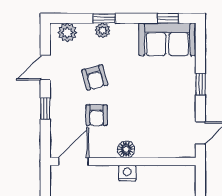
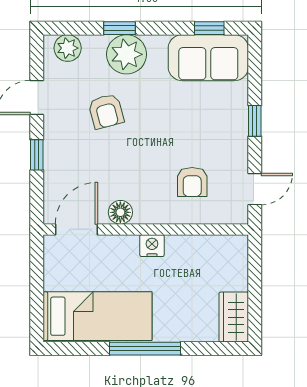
plant: (103, 30) -> (127, 54), width x1.87, depth x1.87
armchair: (97, 115) -> (192, 182), moved
floor lamp: (126, 149) -> (120, 212), moved

